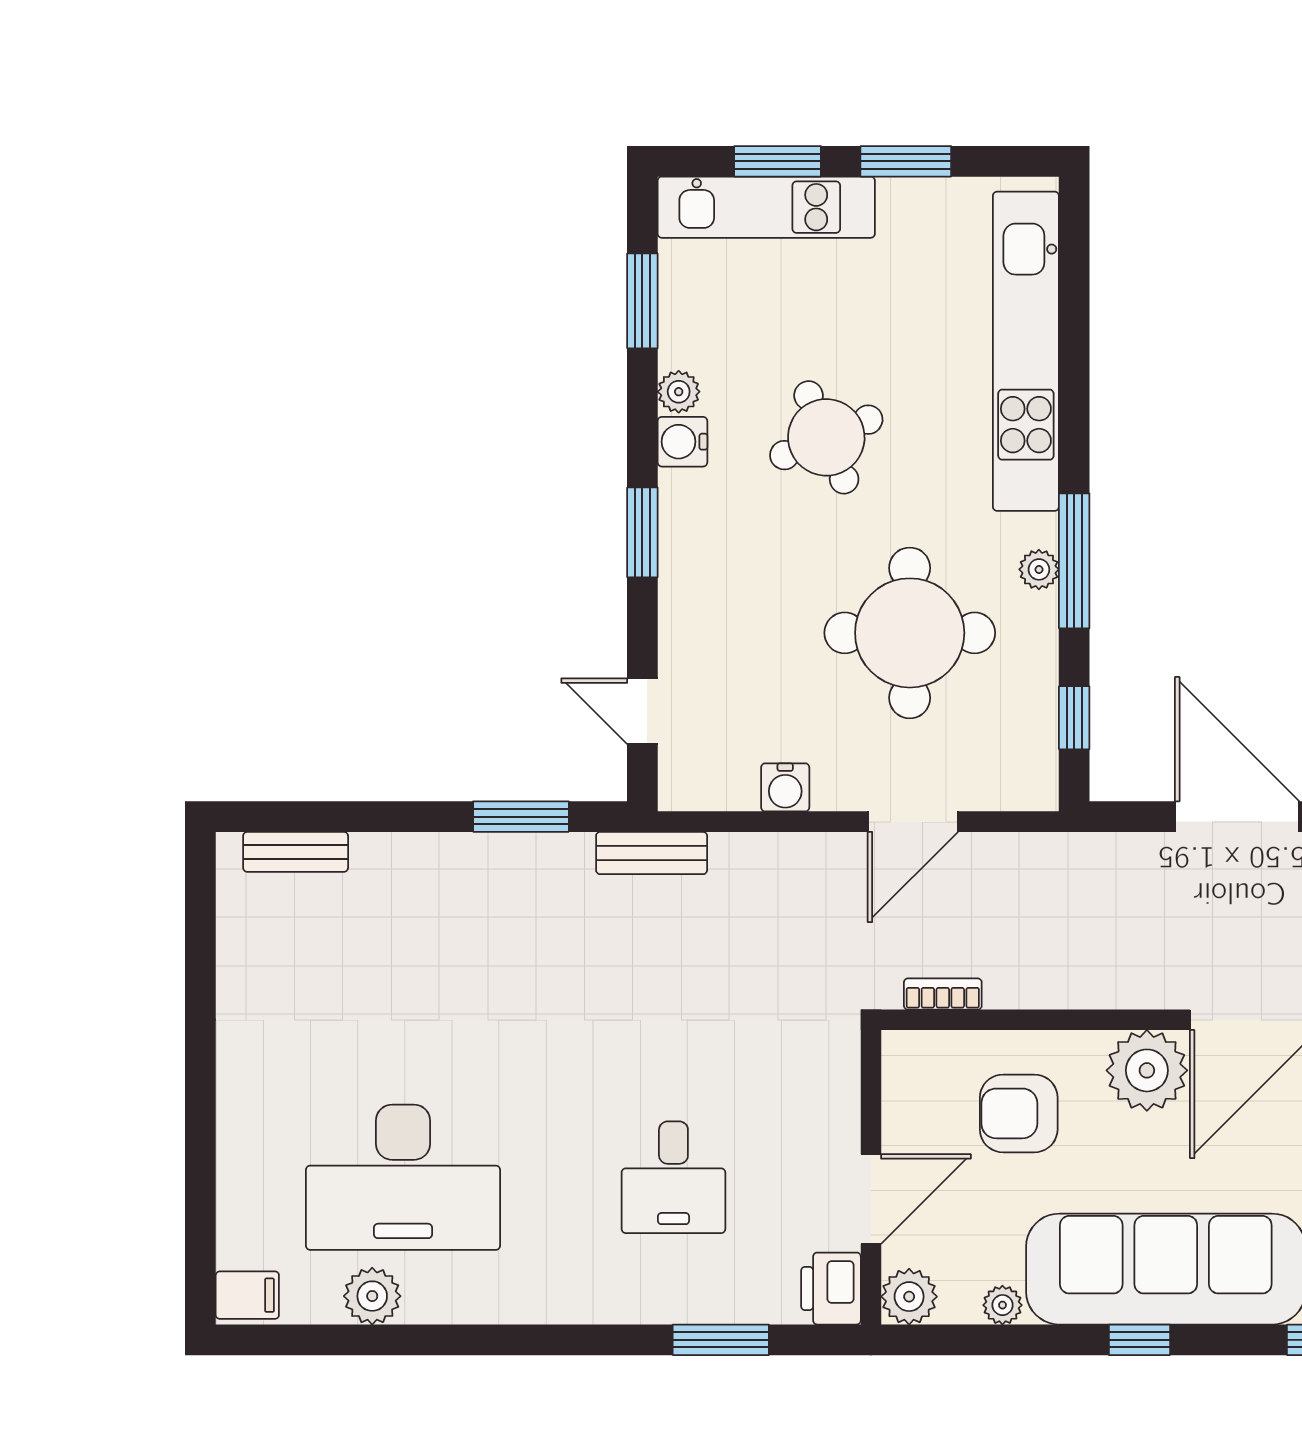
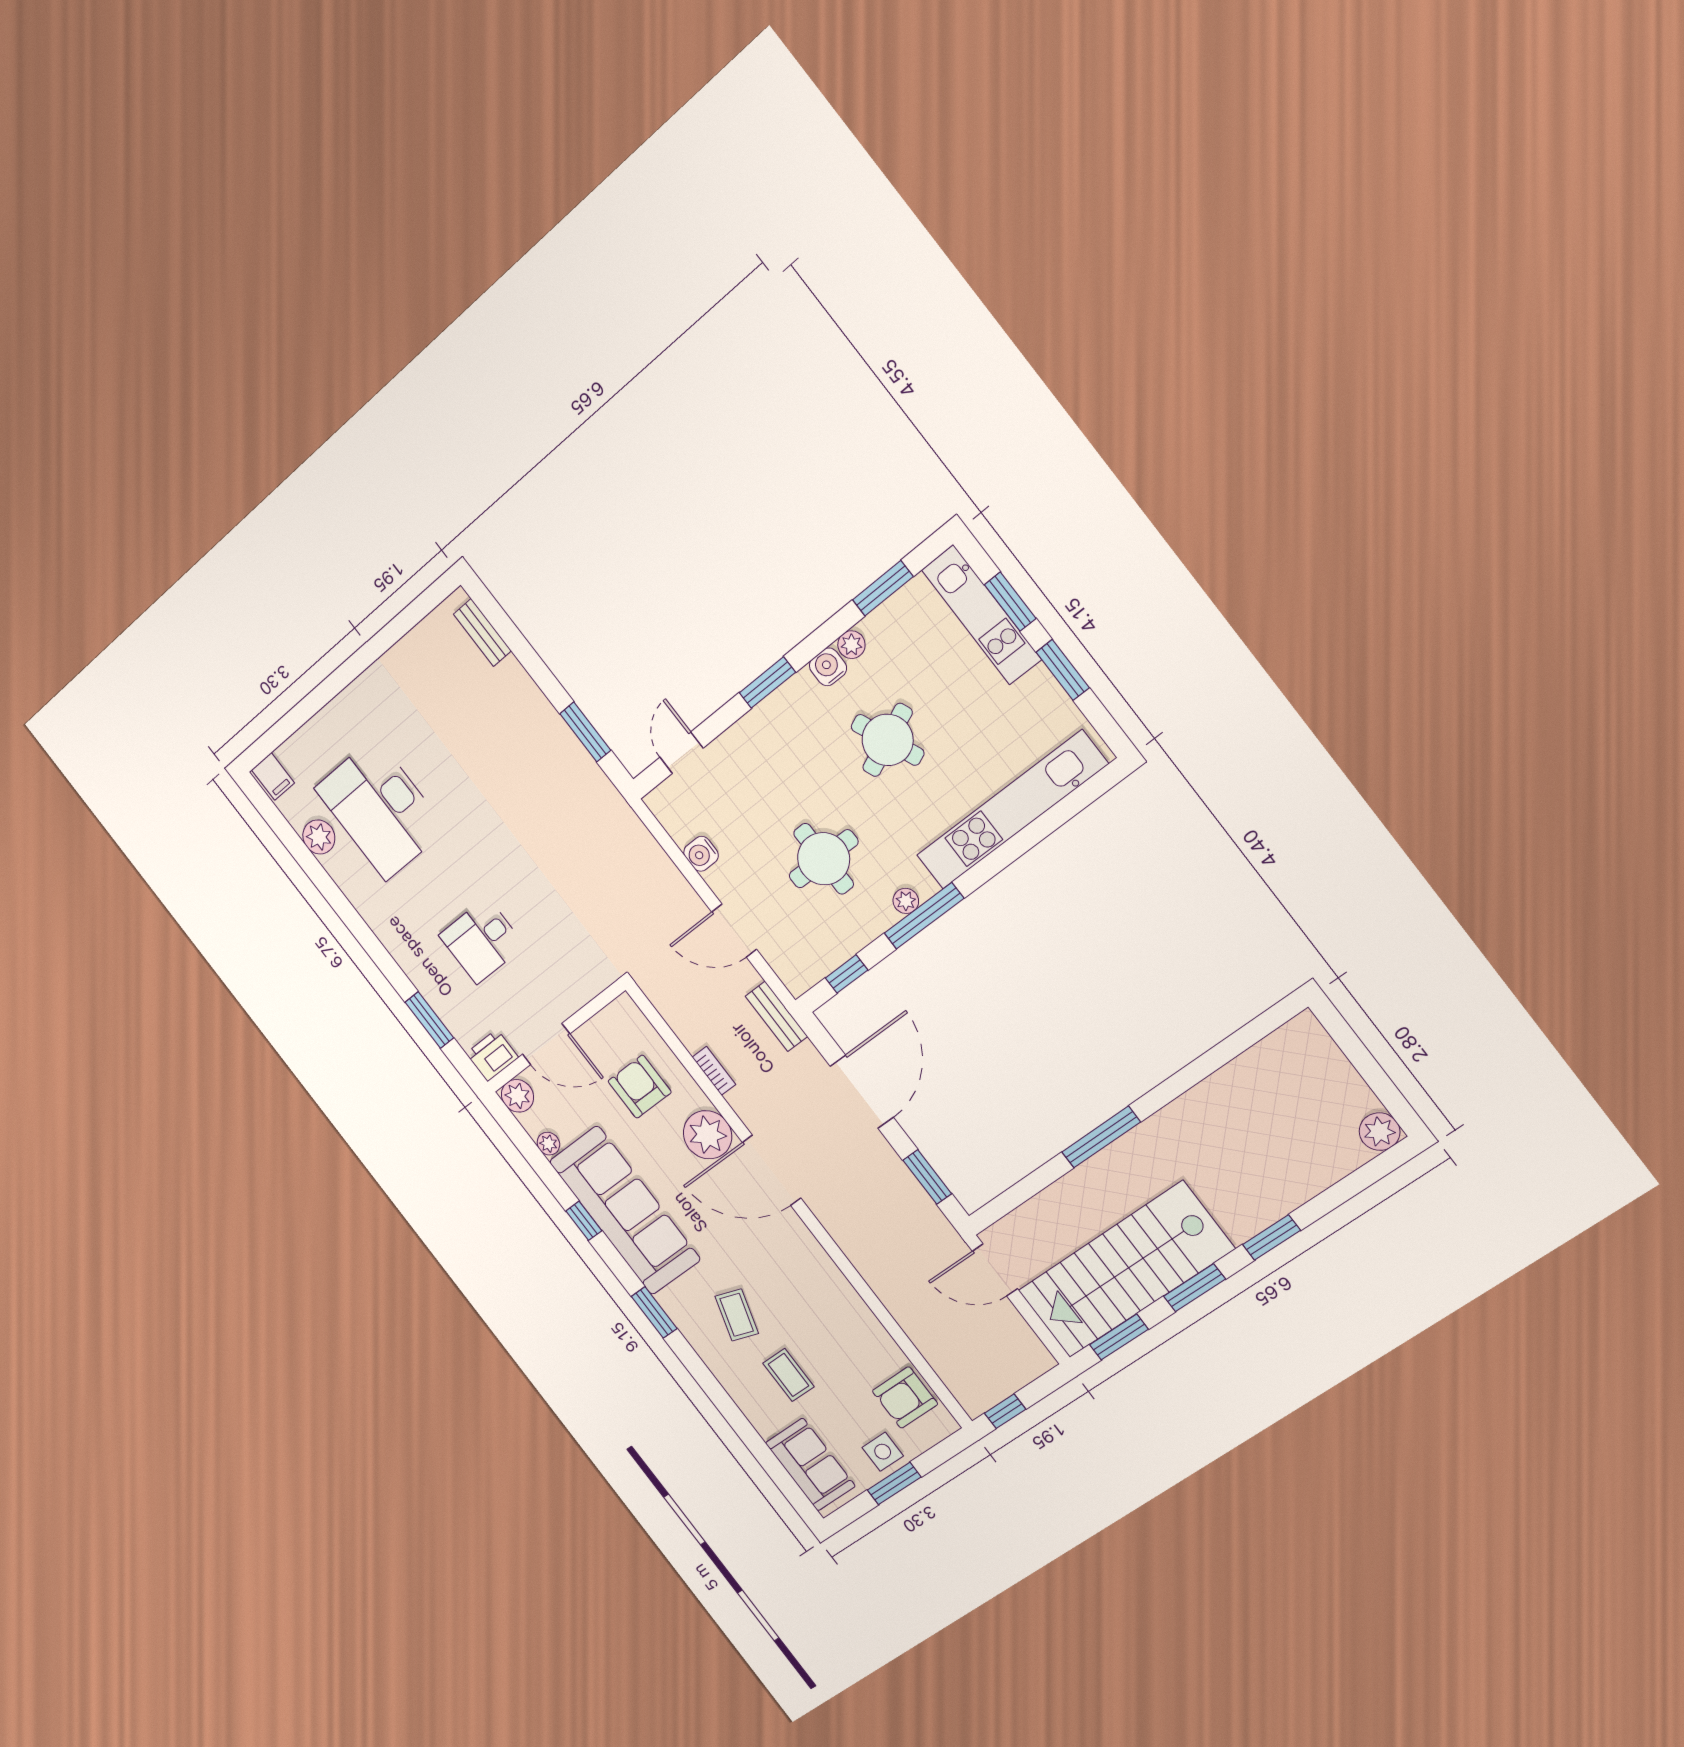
round table: (910, 633) -> (824, 859), width x0.73, depth x0.73
bench: (652, 853) -> (777, 1016), moved
bookcase: (943, 994) -> (714, 1071), moved

